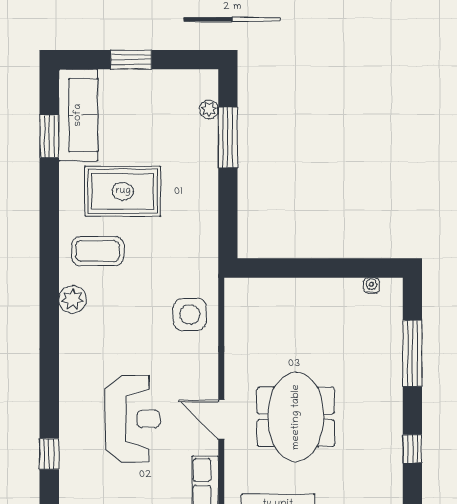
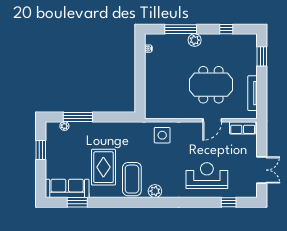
window: (131, 60) -> (41, 150), moved
coffee table: (98, 251) -> (132, 179), width x1.36, depth x1.32
plant: (389, 382) -> (195, 40), added
reception desk: (133, 419) -> (207, 176), moved

